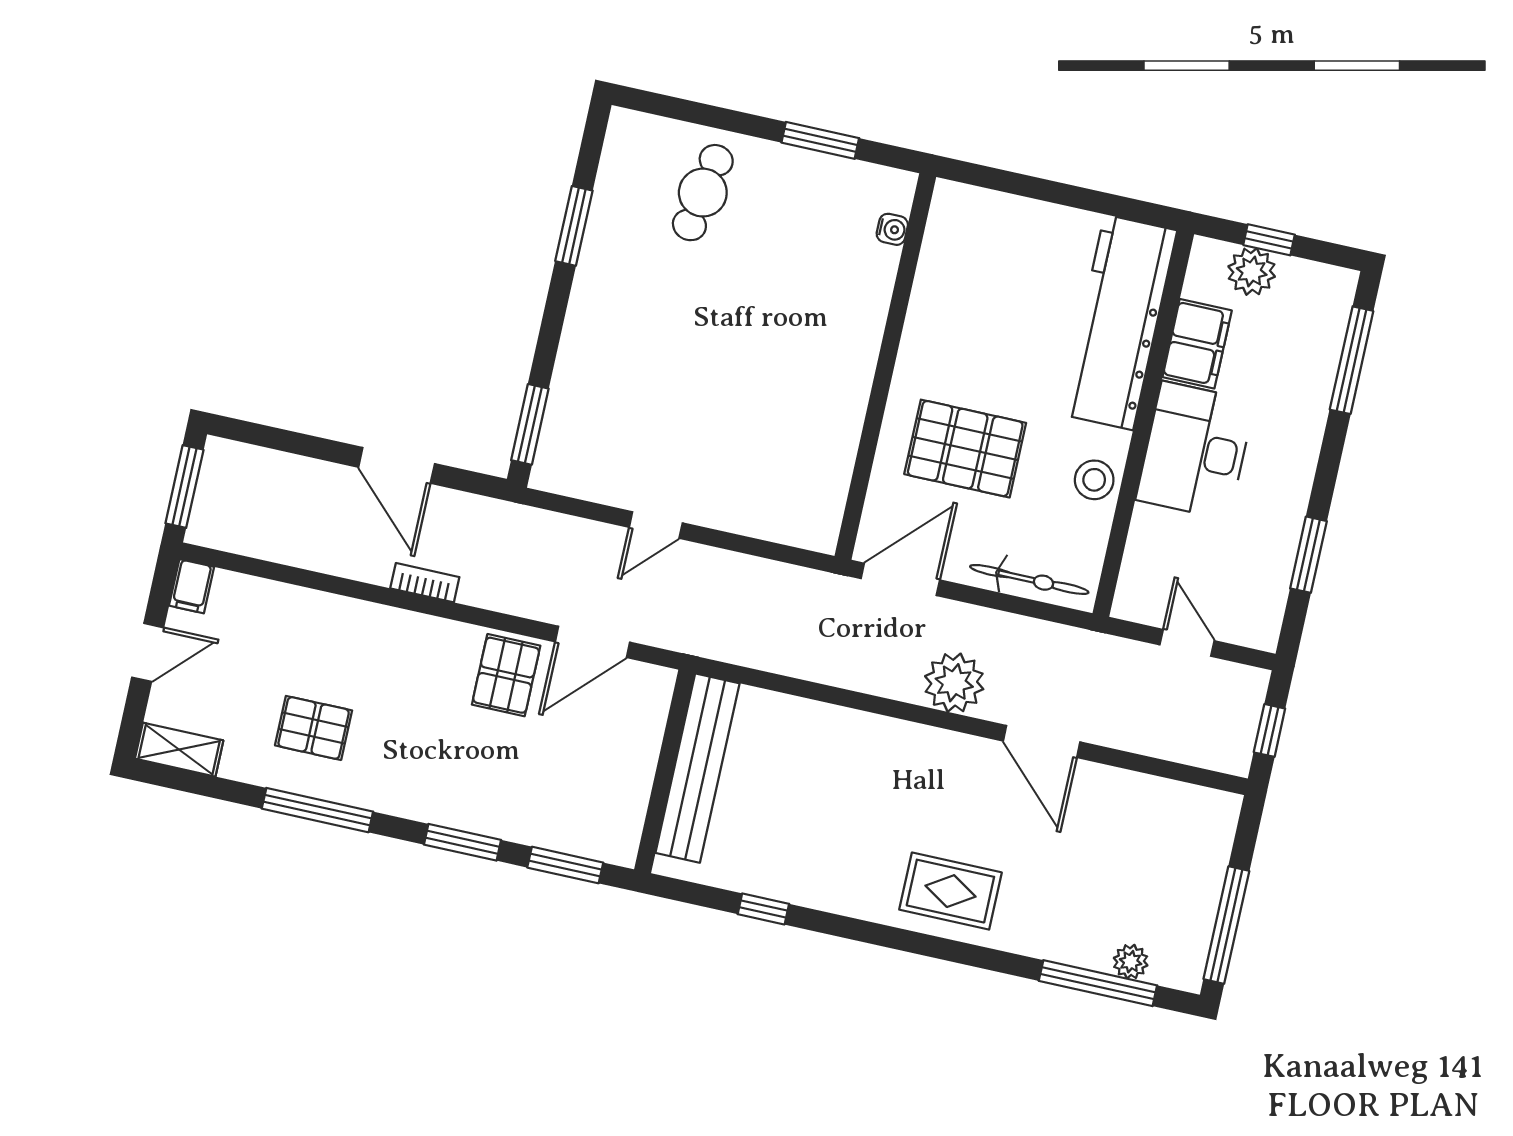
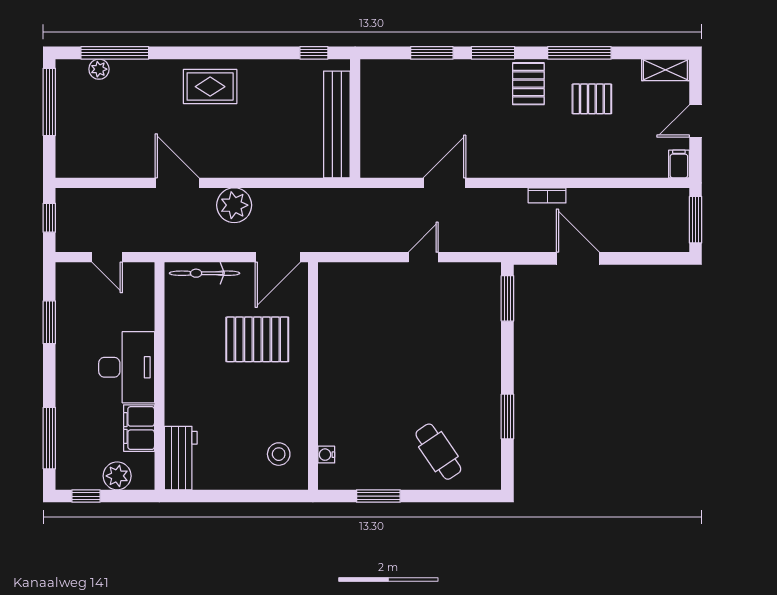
cafe table: (703, 193) -> (438, 452), turned -44
window: (1269, 240) -> (86, 496), moved
workbench: (1119, 322) -> (181, 458), width x0.53, depth x0.76
stool: (1094, 480) -> (279, 454), moved
pallet: (506, 675) -> (528, 84), moved
bench: (698, 768) -> (337, 124), moved
wall: (665, 771) -> (355, 118), moved

